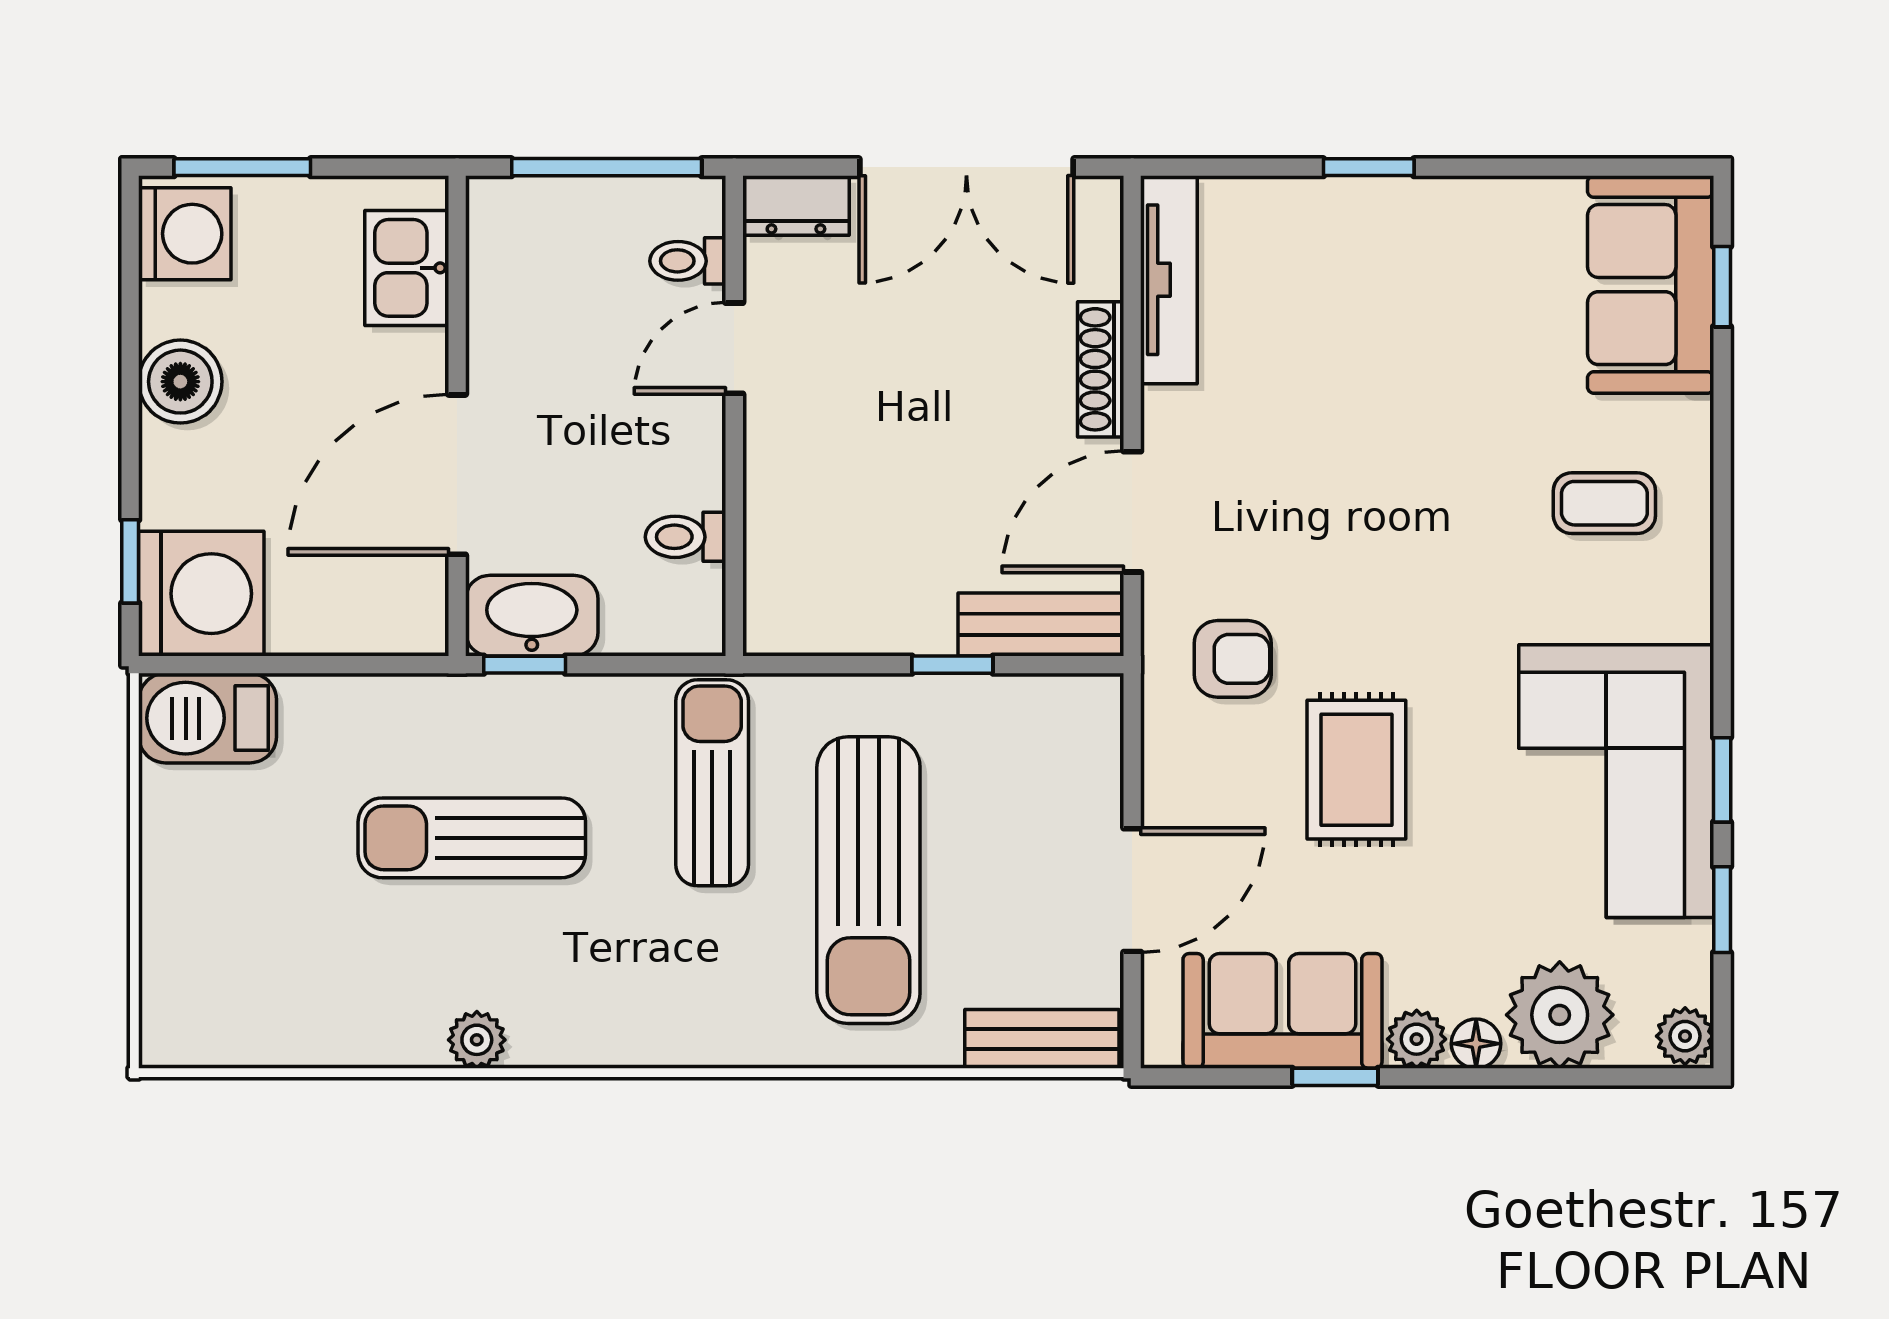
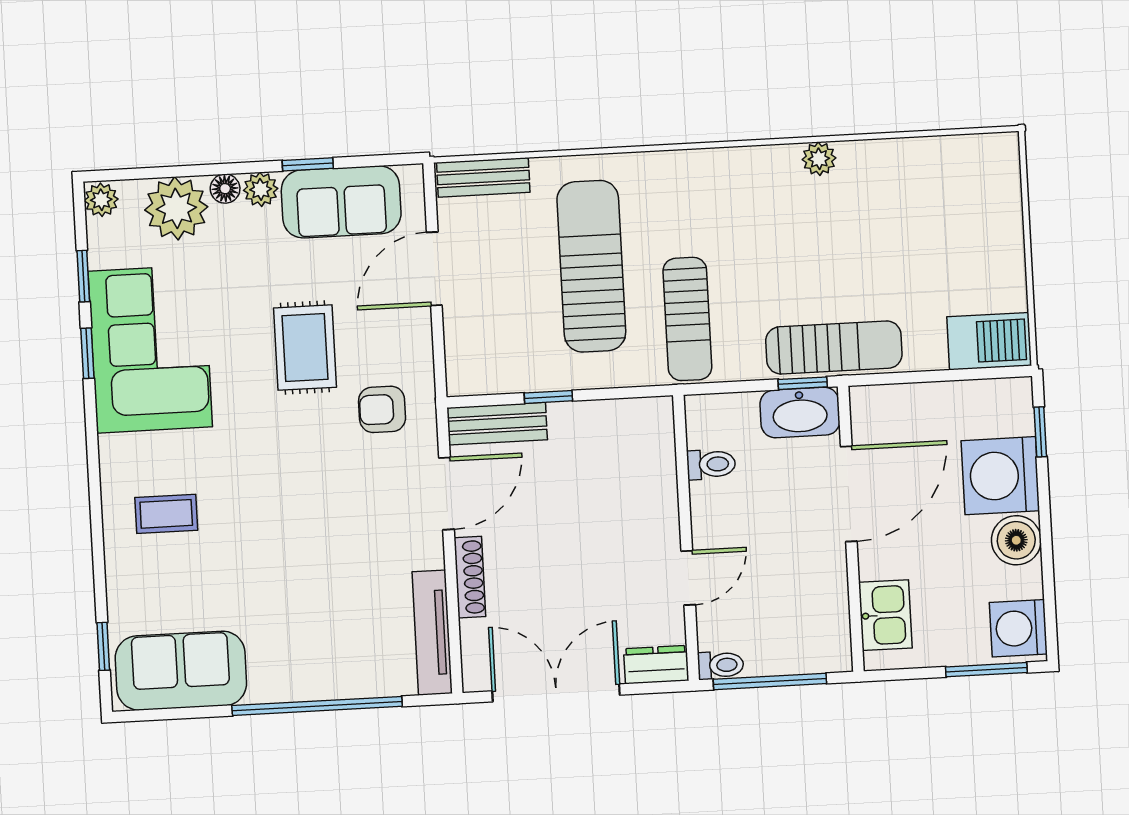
window: (1369, 167) -> (317, 706), width x3.17
toilet: (688, 261) -> (721, 665), moved
sofa: (1651, 285) -> (181, 671), moved, turned -90
washing machine: (201, 594) -> (1000, 476), moved
sun lounger: (472, 838) -> (834, 348), moved

